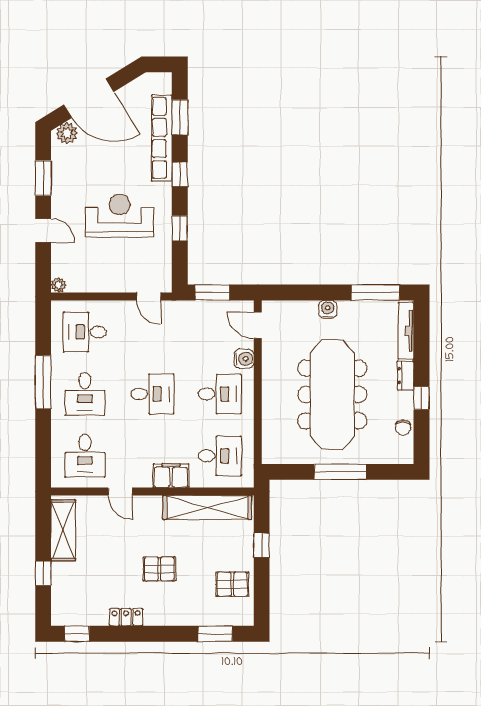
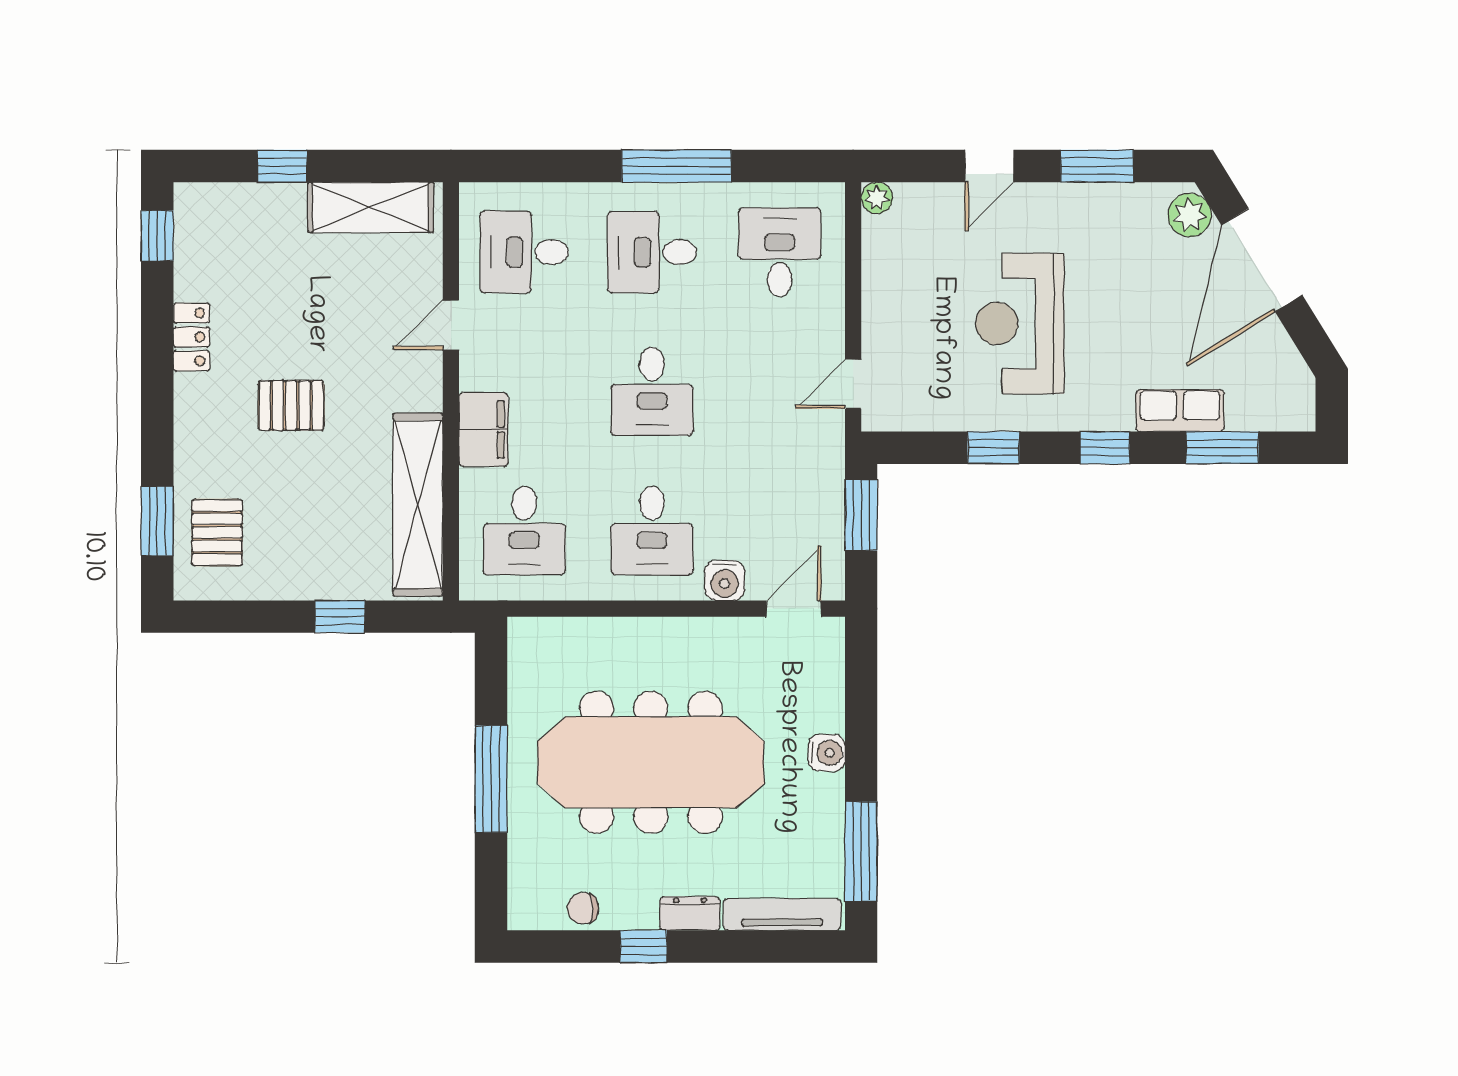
row of seats: (162, 138) -> (1180, 410), width x0.50
reception desk: (120, 216) -> (1020, 324), turned 180
pallet: (159, 569) -> (291, 405), turned 90
pallet: (232, 584) -> (217, 533), moved

